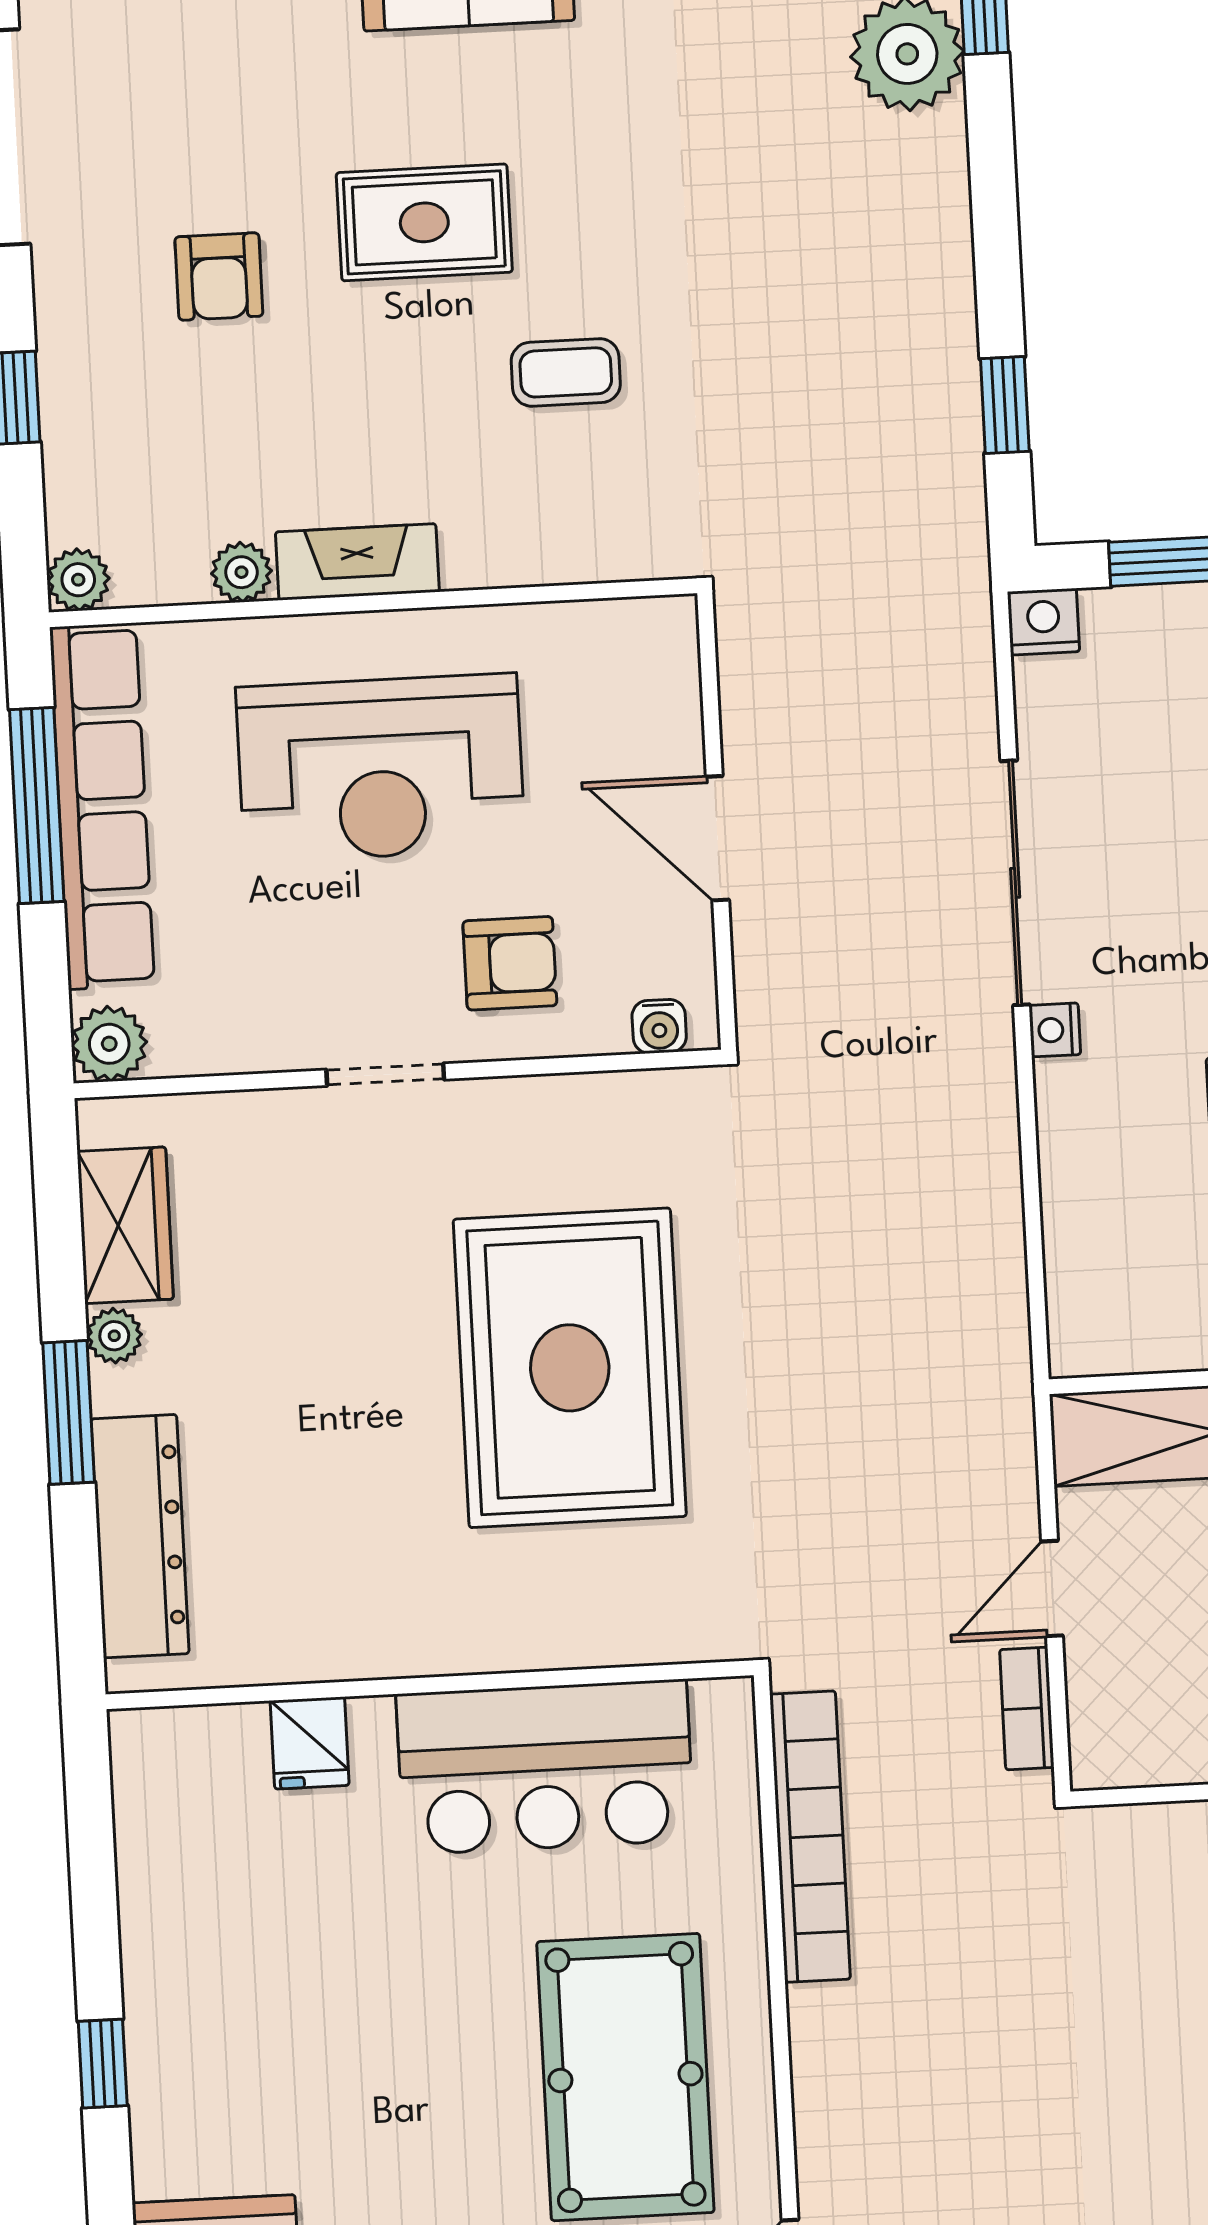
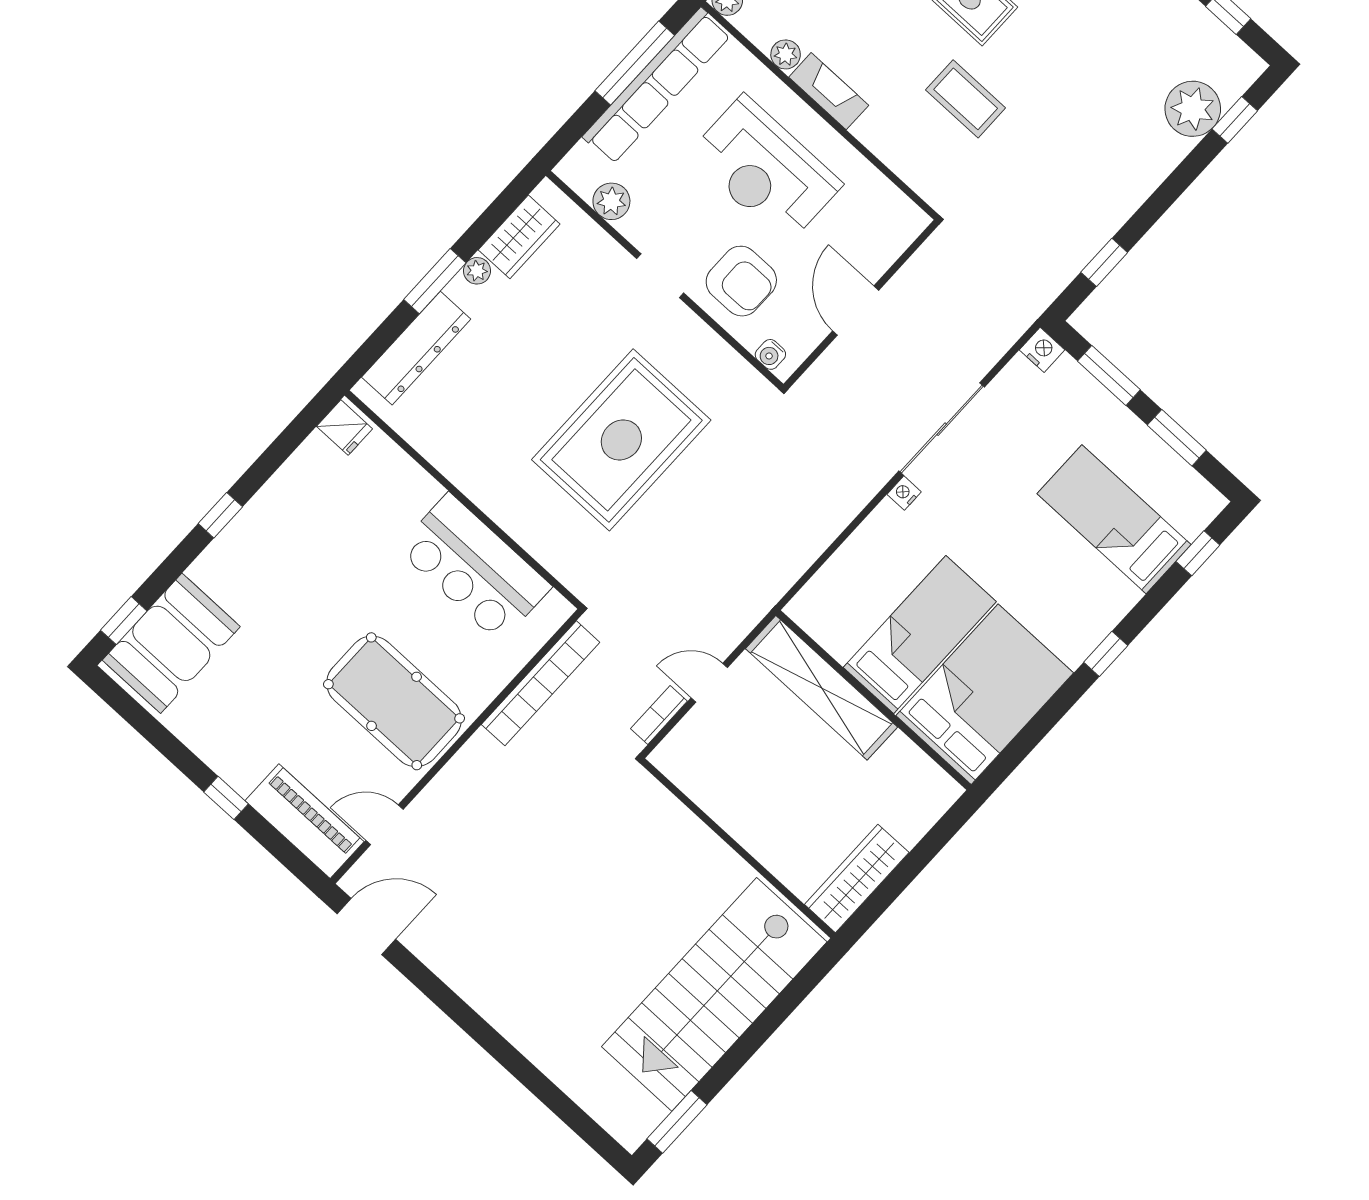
coffee table: (566, 372) -> (966, 99), width x1.36, depth x1.30
armchair: (510, 963) -> (741, 281), width x1.38, depth x1.38
plant: (109, 1044) -> (611, 201), moved
fridge: (310, 1743) -> (345, 428), moved, turned -90
pool table: (625, 2077) -> (394, 701), turned 90

